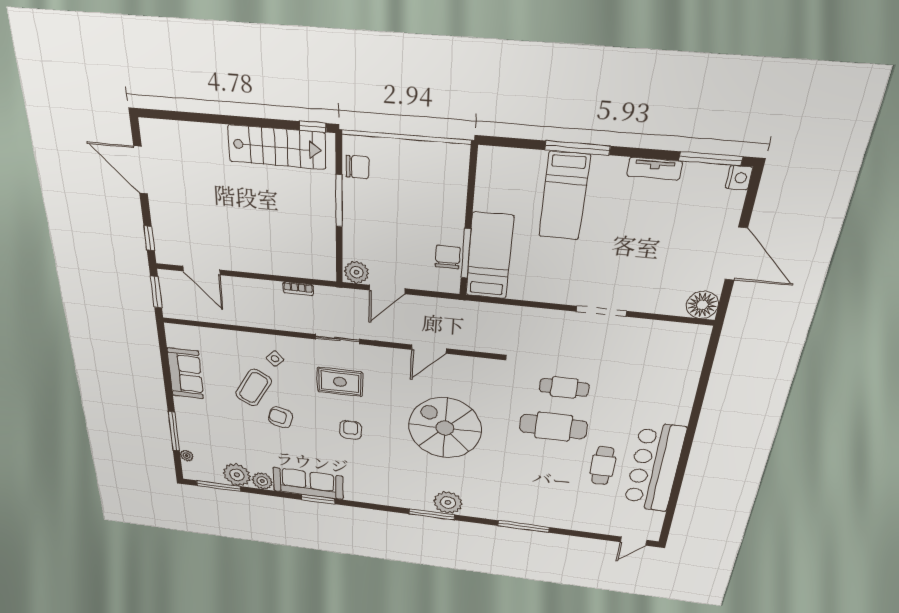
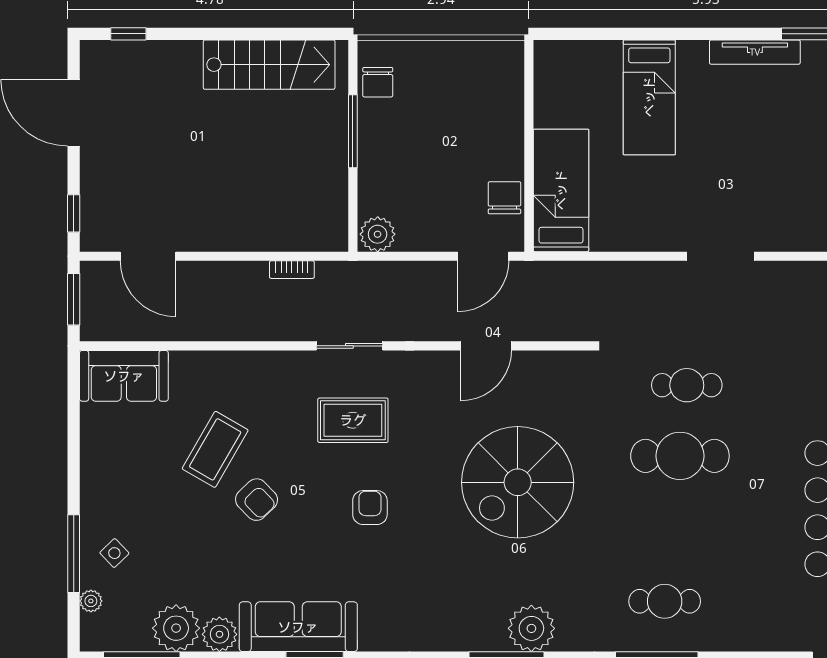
window: (313, 127) -> (128, 34), moved
window: (577, 148) -> (657, 34), removed
chair: (357, 167) -> (378, 82), turned 90
tv unit: (655, 169) -> (755, 52), width x1.41
window: (466, 254) -> (529, 190), removed
door: (387, 289) -> (483, 256), moved
side table: (275, 359) -> (114, 553), moved
sofa: (185, 373) -> (124, 376), moved, turned 90
armchair: (281, 417) -> (257, 500), turned -149
spiral stairs: (445, 428) -> (518, 482), turned -90
cafe table: (603, 466) -> (665, 601), moved, turned 90

